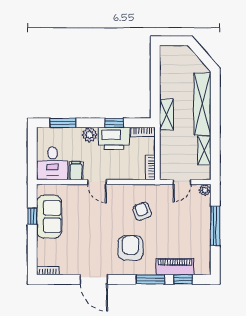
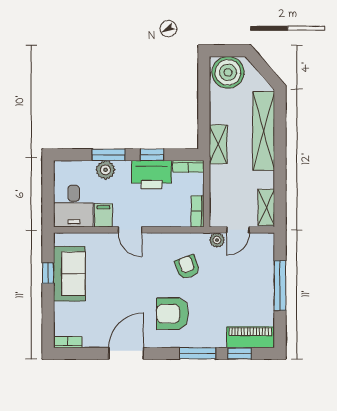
boiler: (174, 58) -> (228, 72), added
window: (63, 123) -> (109, 155), moved
plant: (90, 135) -> (105, 170), moved
shelving: (204, 151) -> (266, 207), moved
plant: (205, 190) -> (217, 240), moved
armchair: (130, 248) -> (173, 314), turned -90
piano: (175, 267) -> (250, 337), moved
door: (94, 279) -> (126, 353), swing flipped

